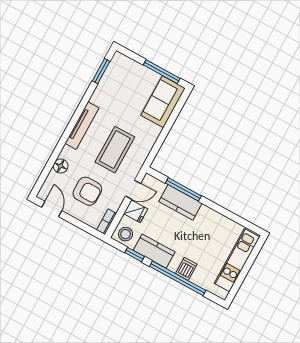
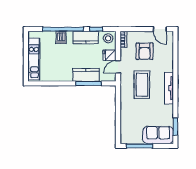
sofa: (163, 102) -> (158, 135), moved, turned -90
floor lamp: (61, 166) -> (168, 57), removed
armchair: (87, 191) -> (145, 51), turned -90

